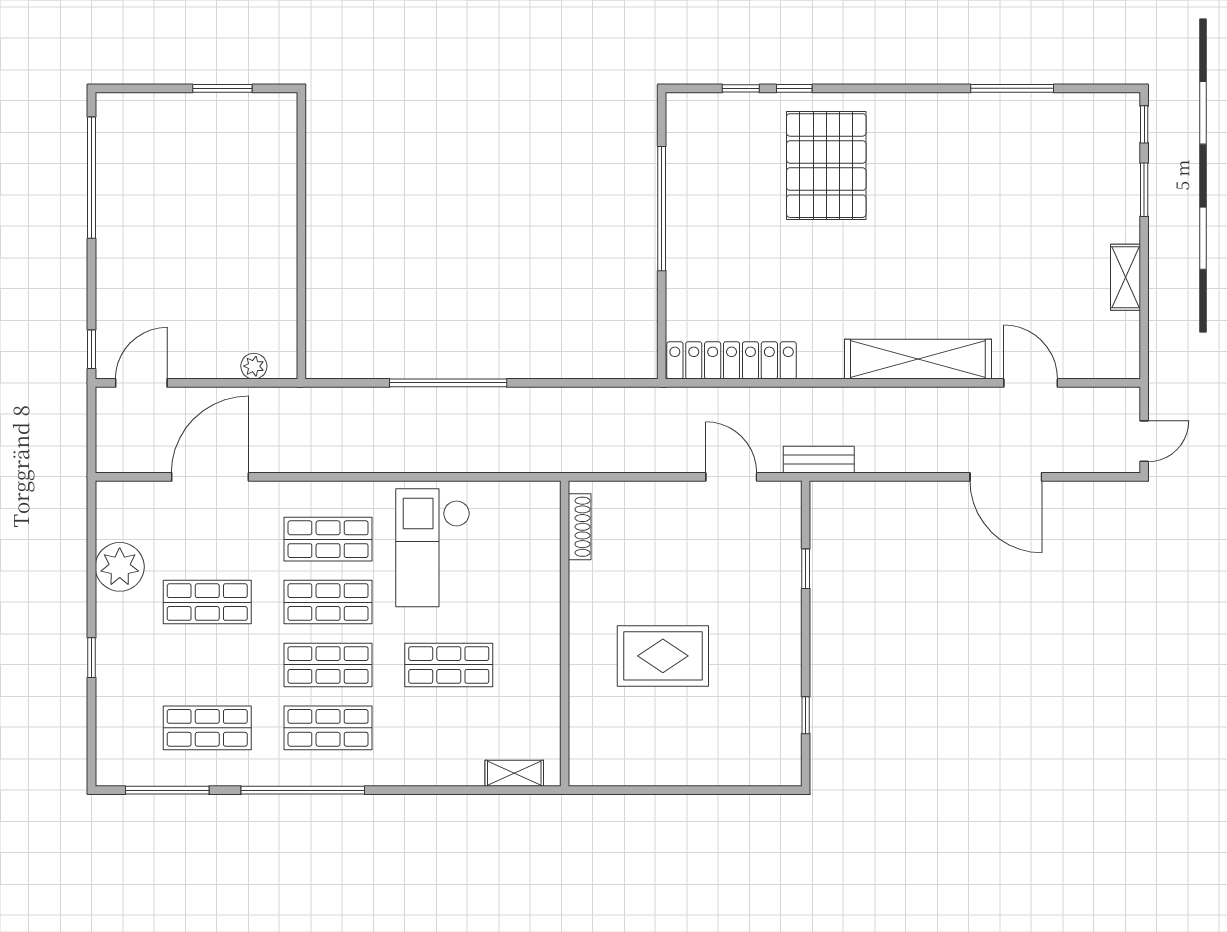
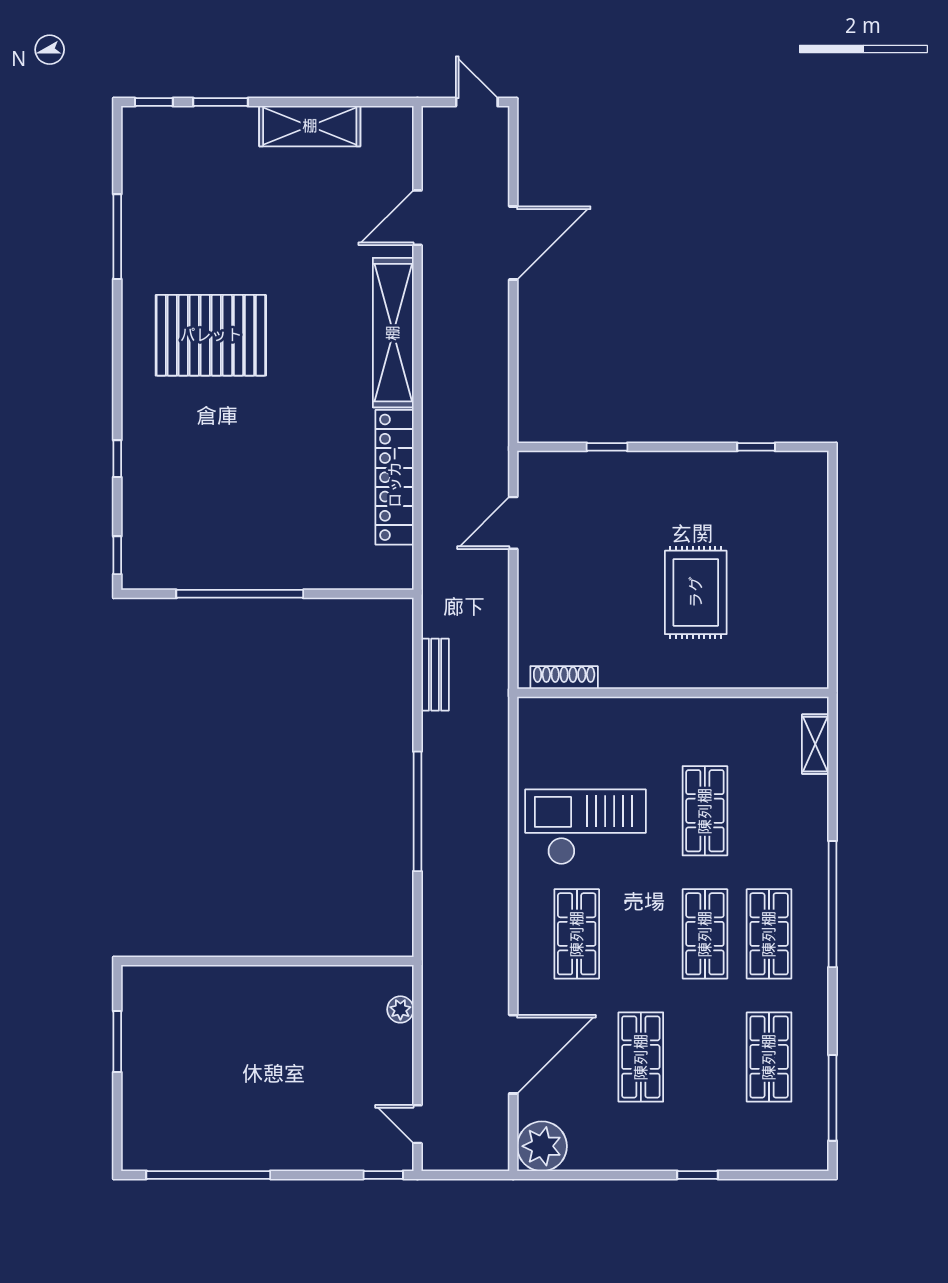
window: (741, 88) -> (117, 555), moved
pallet: (826, 166) -> (211, 335), moved
shelving: (1125, 277) -> (310, 126), width x1.50, depth x1.33
locker: (732, 360) -> (395, 477), moved
door: (141, 383) -> (417, 1124), width x0.73
bench: (819, 460) -> (435, 675), moved
door: (210, 477) -> (513, 1054), swing flipped
checkout: (433, 548) -> (586, 827), turned 180
plant: (120, 567) -> (542, 1146), moved
shop shelf: (328, 602) -> (641, 934), removed
window: (303, 790) -> (833, 904), moved

